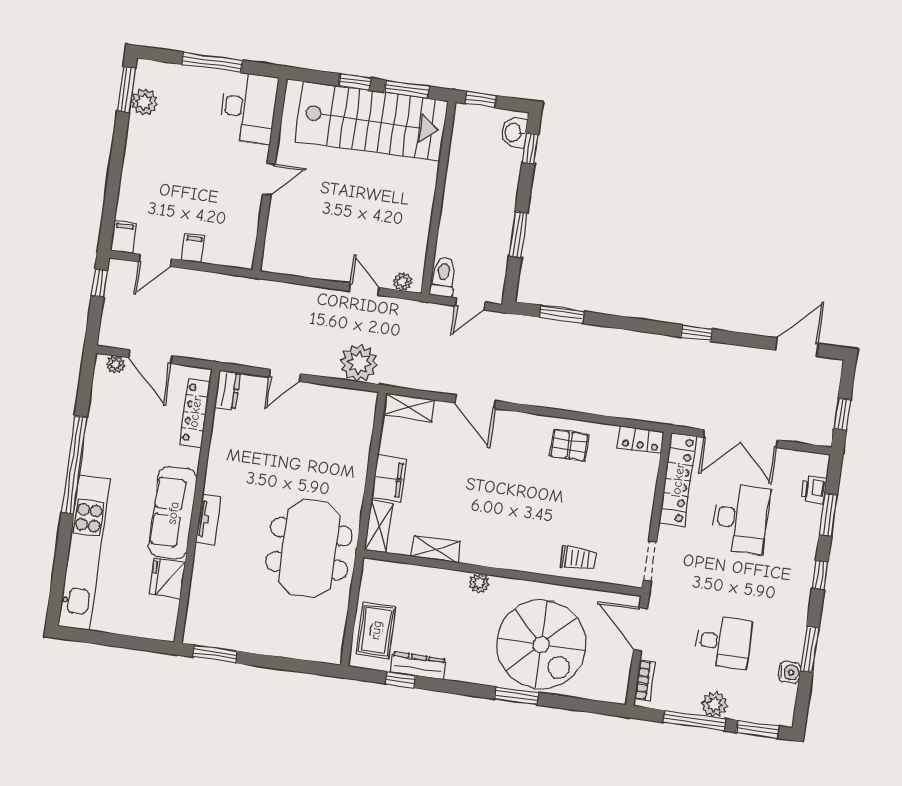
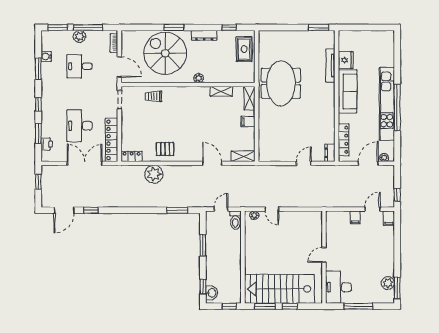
window: (696, 333) -> (91, 210), moved
door: (151, 357) -> (368, 163), hinge flipped
plant: (359, 363) -> (154, 174), moved
filing cabinet: (389, 478) -> (248, 122), width x0.50
tv unit: (208, 519) -> (330, 65), moved, width x1.41
kitchen unit: (84, 553) -> (387, 104), moved
dresser: (418, 666) -> (204, 35), moved

